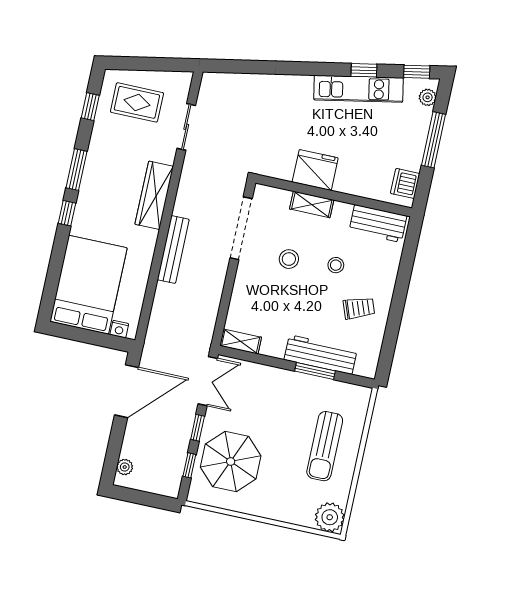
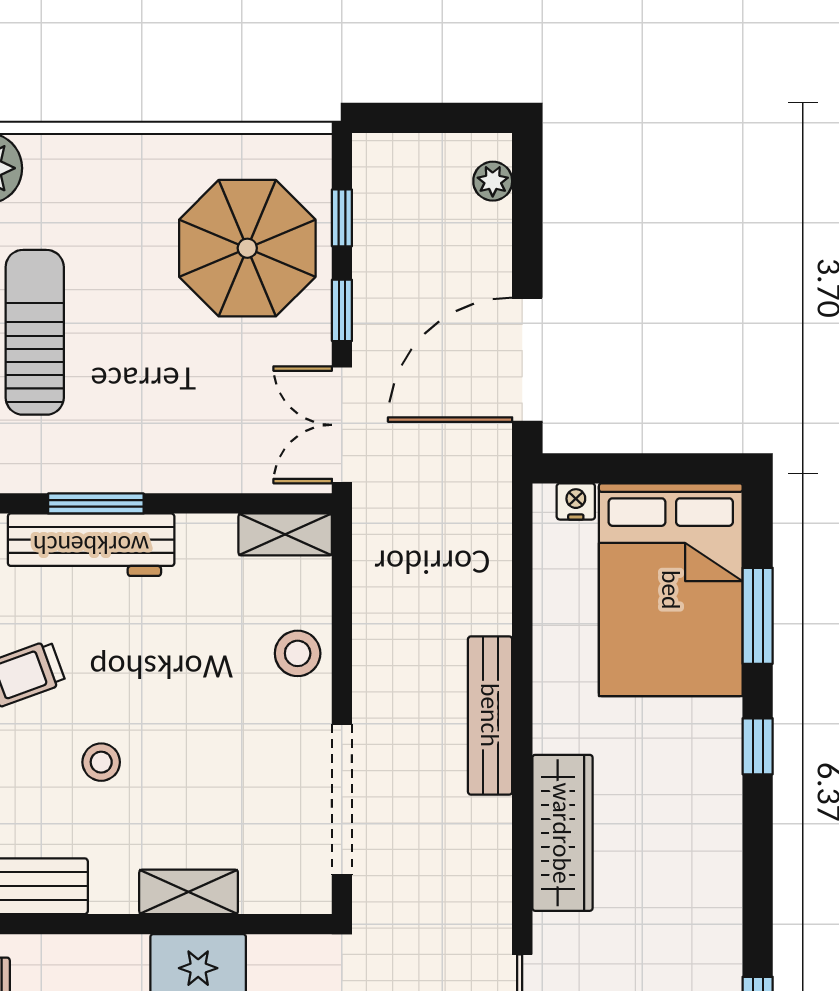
window: (76, 170) -> (758, 616), moved
stool: (289, 259) -> (298, 653), moved

